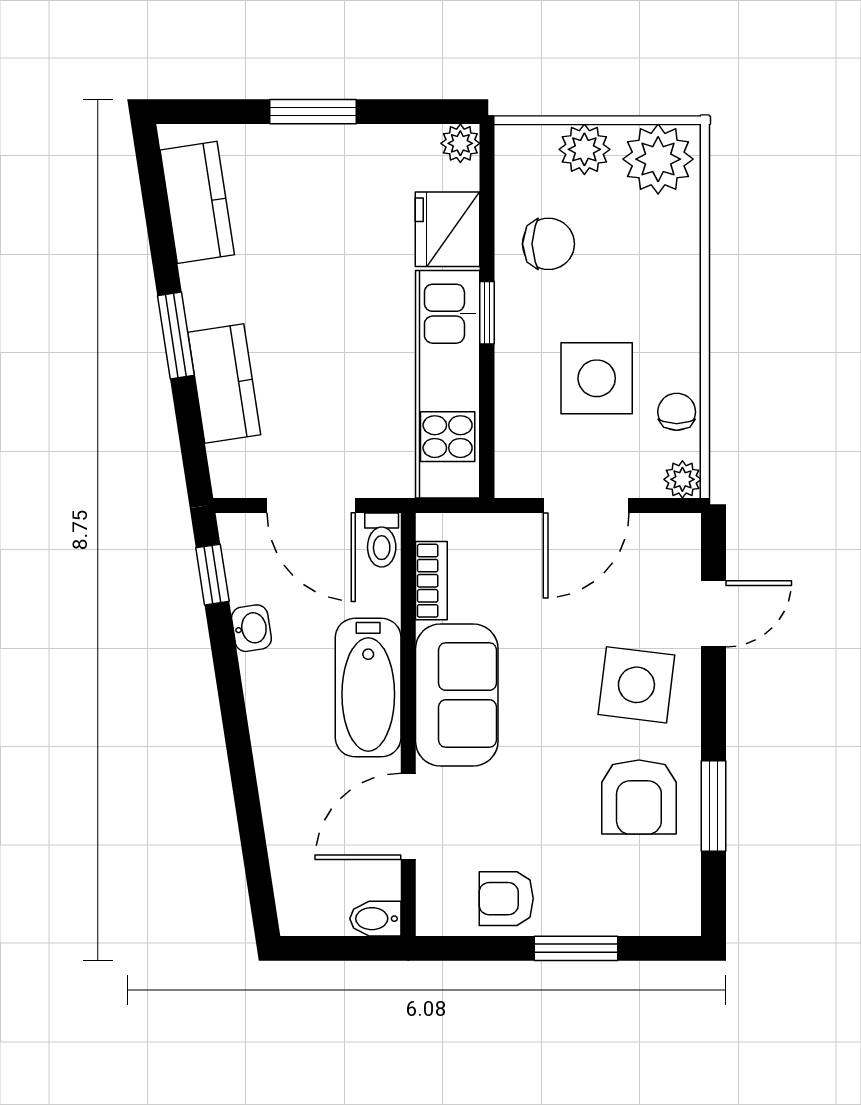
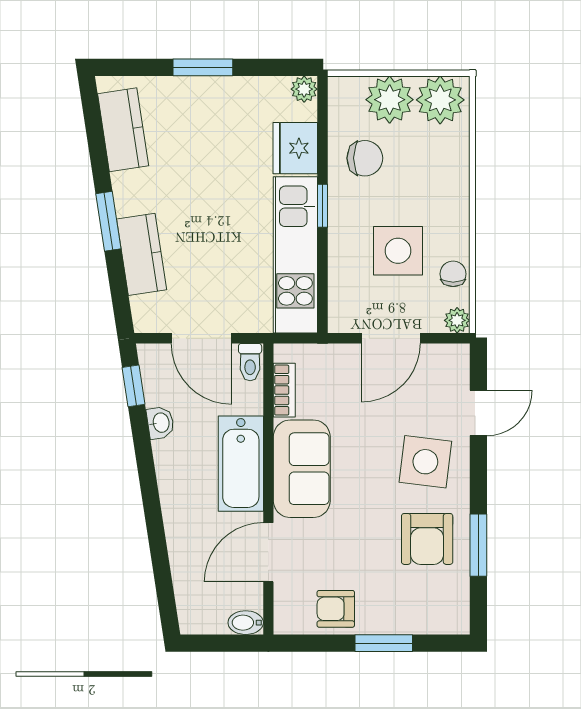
plant: (584, 149) -> (390, 100), width x1.36, depth x1.36

